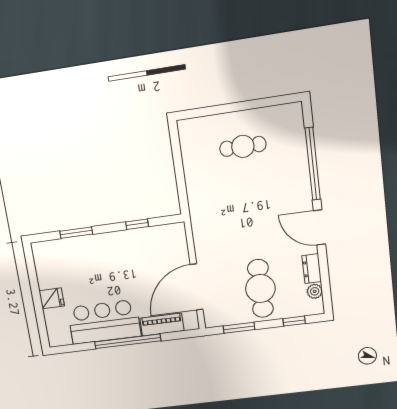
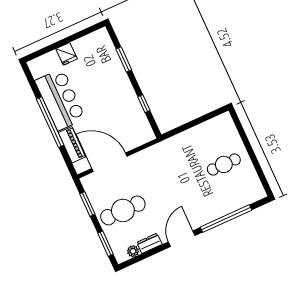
cafe table: (243, 146) -> (224, 164), turned 90
window: (294, 321) -> (106, 244), width x1.50

